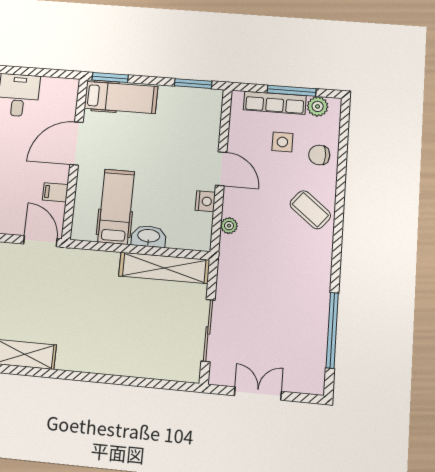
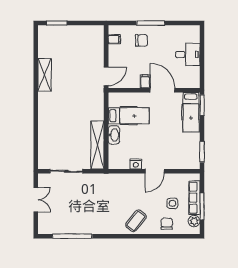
filing cabinet: (55, 192) -> (145, 81), moved
plant: (229, 226) -> (123, 178), removed

